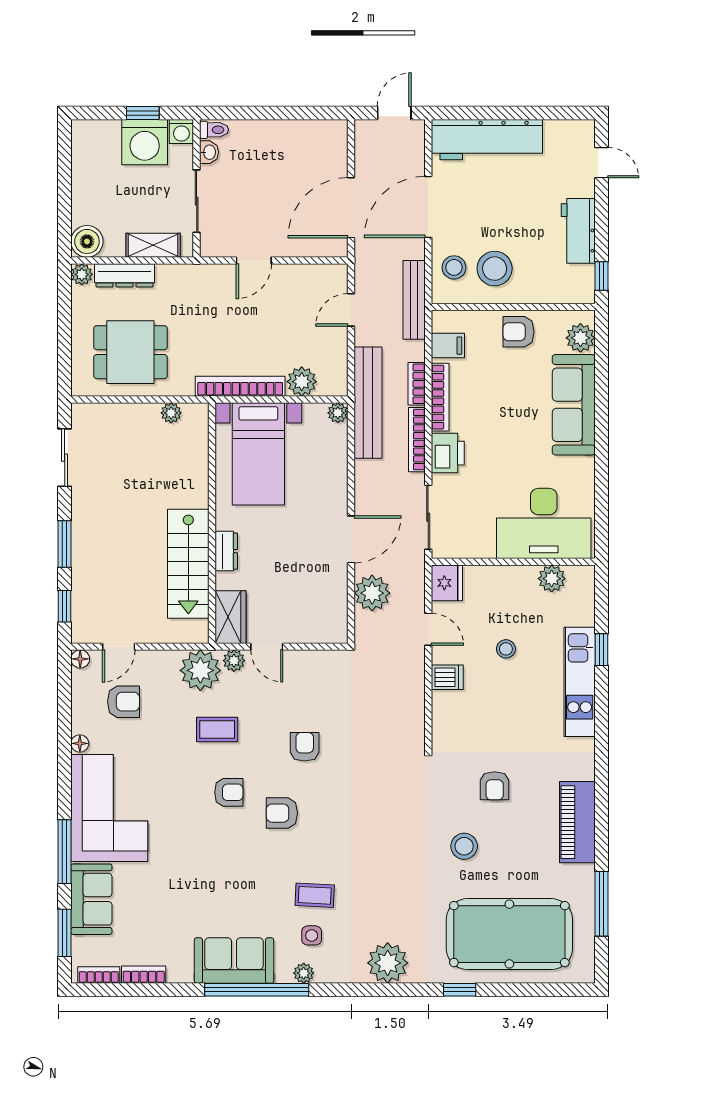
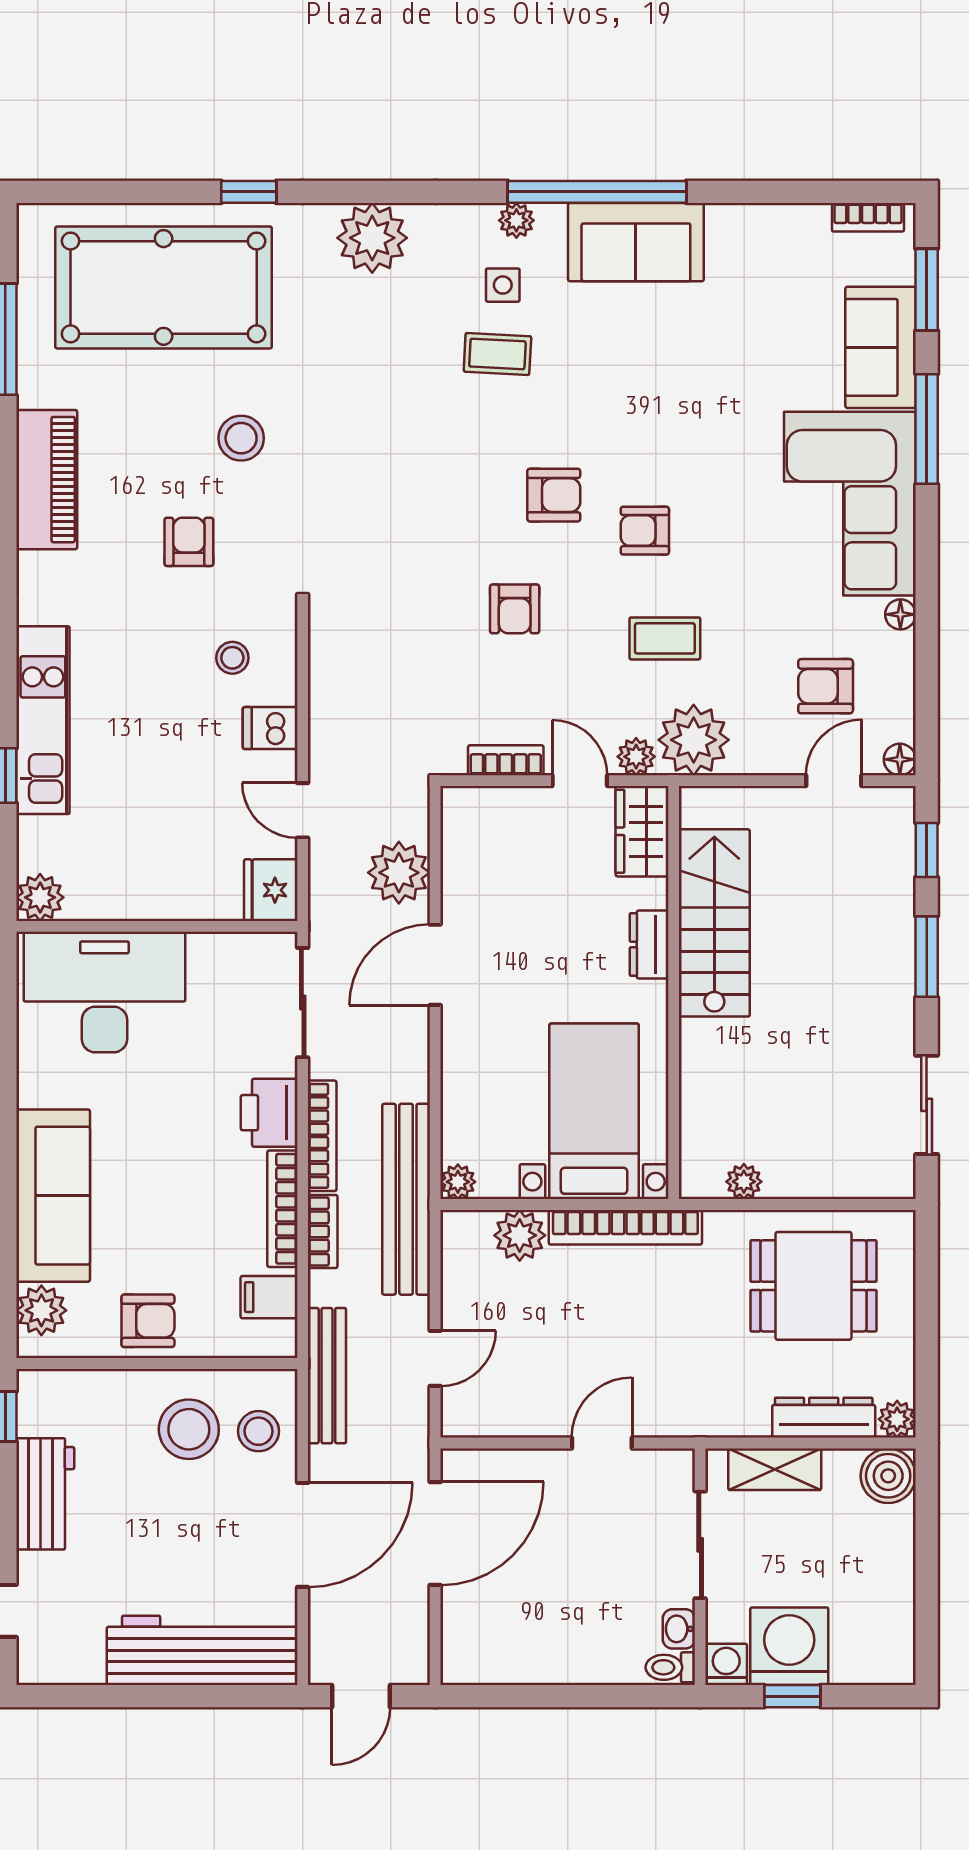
plant: (552, 579) -> (40, 897), moved
stool: (506, 649) -> (232, 658), moved
bookcase: (144, 975) -> (506, 760), moved, turned 180

